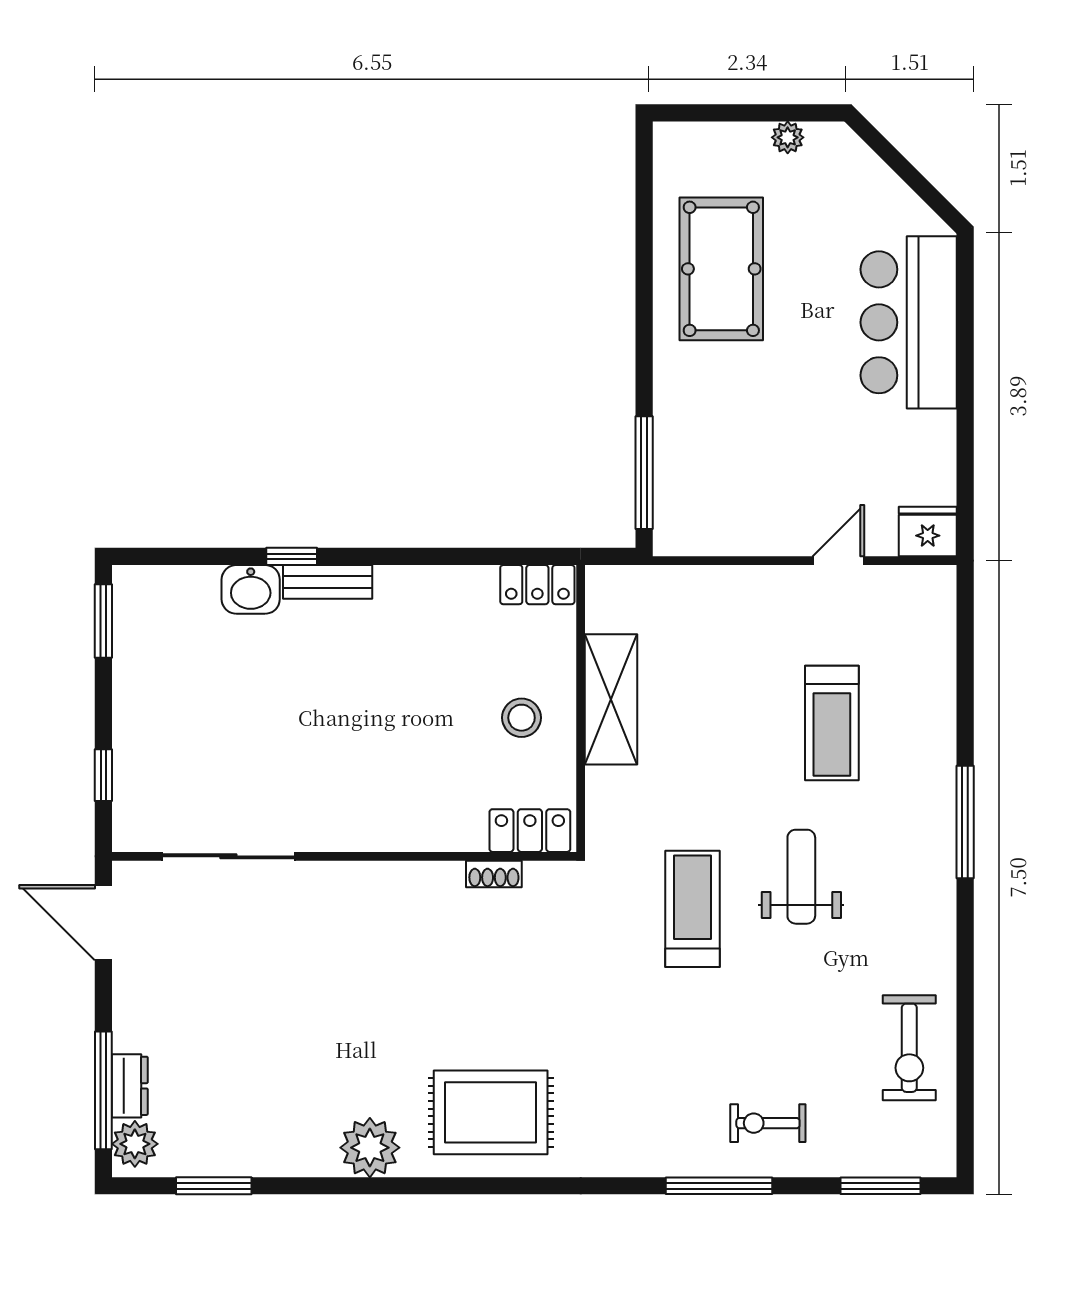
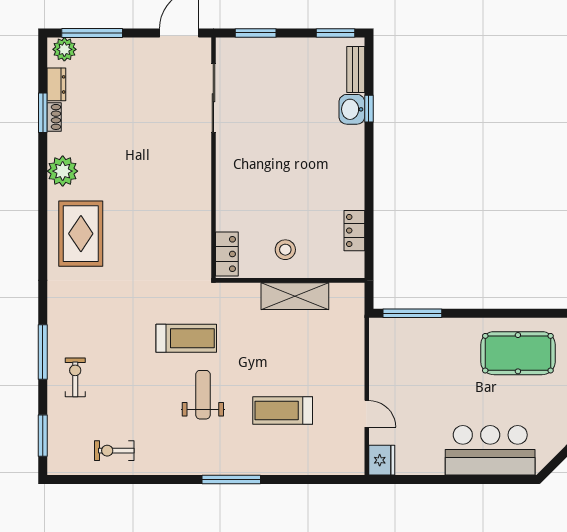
window: (292, 556) -> (369, 109), moved
bench: (328, 582) -> (356, 69), moved
locker: (537, 585) -> (354, 231), moved
window: (103, 775) -> (256, 33), width x1.50
shoe rack: (494, 874) -> (54, 117), moved, turned 180
weight bench: (801, 877) -> (203, 395), turned -90
exercise bike: (909, 1048) -> (114, 451), width x0.73, depth x0.72
dresser: (130, 1086) -> (56, 84), moved, turned -90
window: (214, 1186) -> (43, 113), moved

